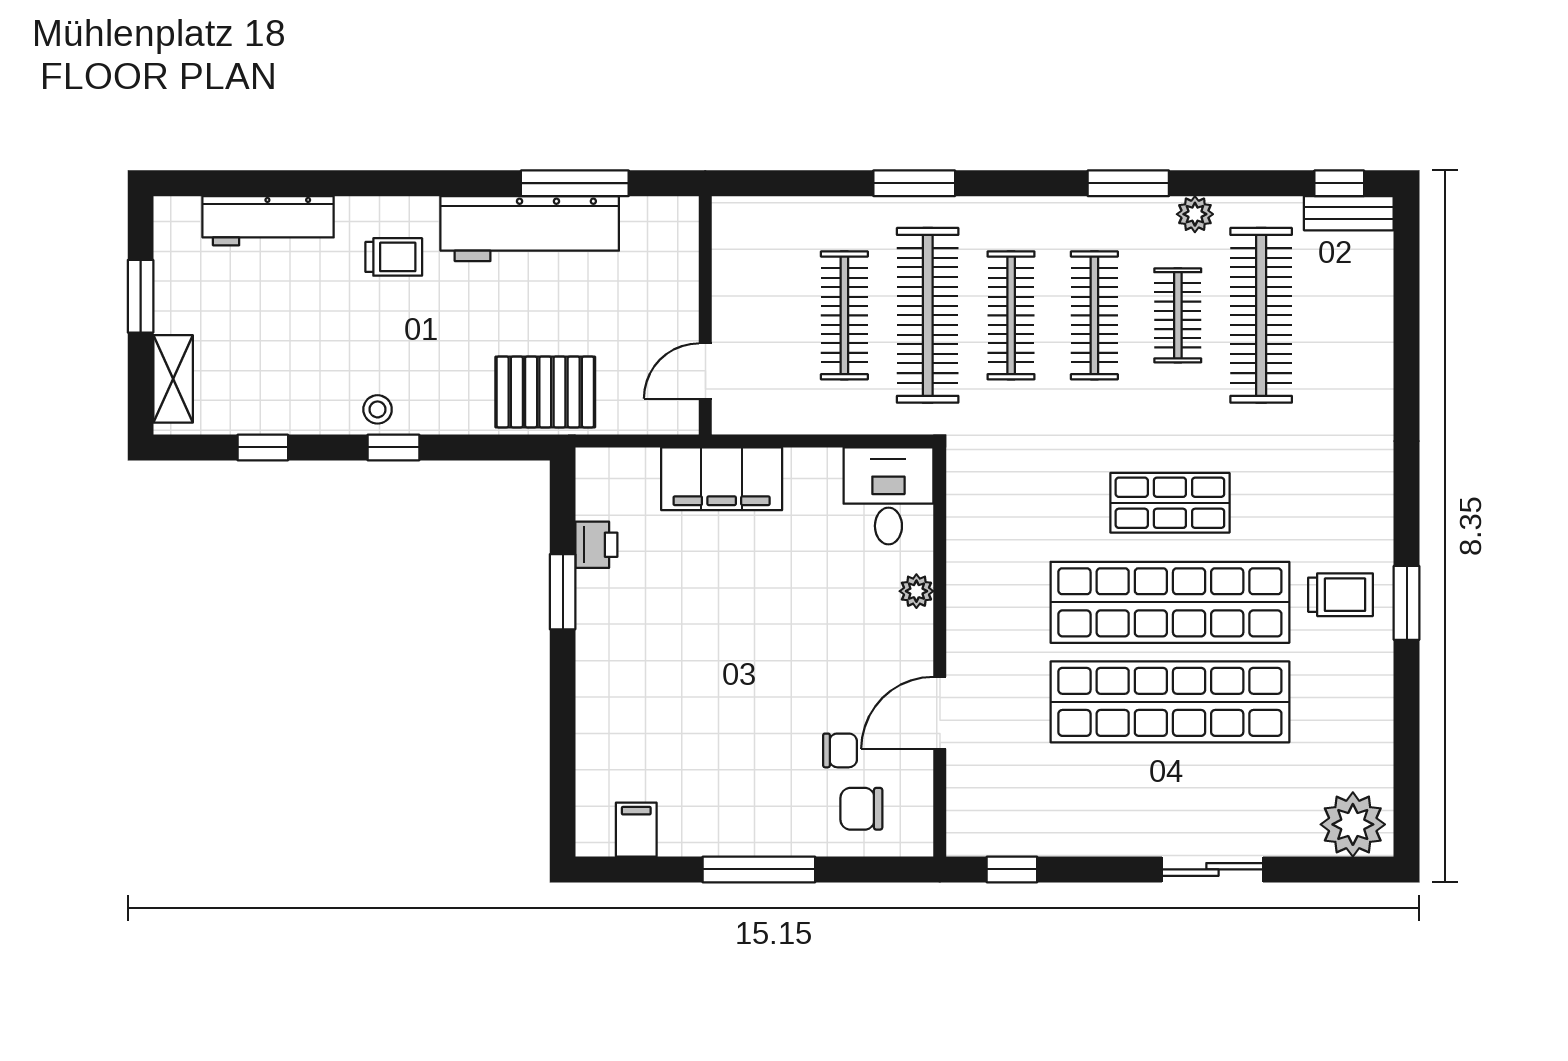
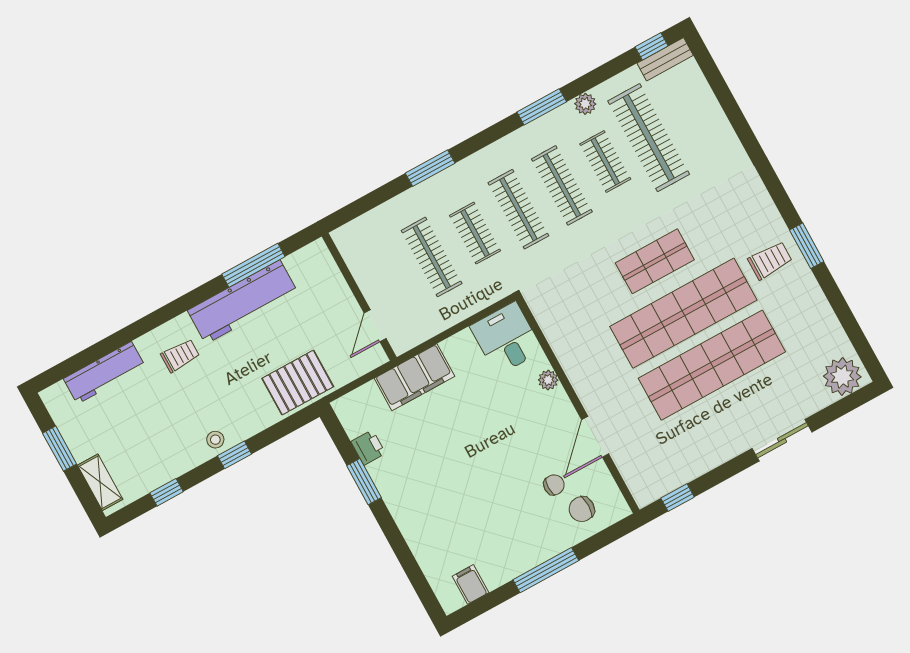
clothes rail: (928, 315) -> (475, 233), width x0.54, depth x0.76

